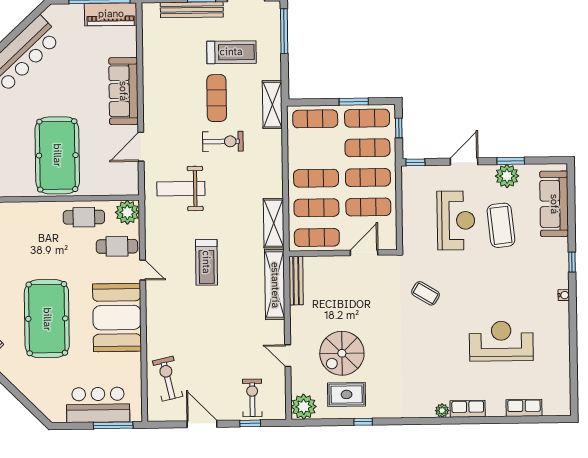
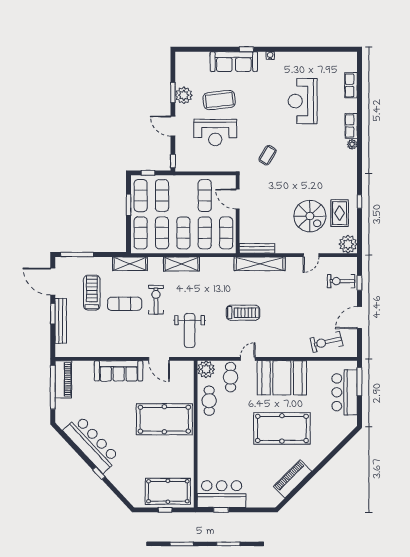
exercise mat: (368, 177) -> (162, 233), moved
sofa: (554, 204) -> (234, 62), moved
reception desk: (456, 220) -> (215, 133), turned 180
shelving: (274, 223) -> (181, 264), moved

